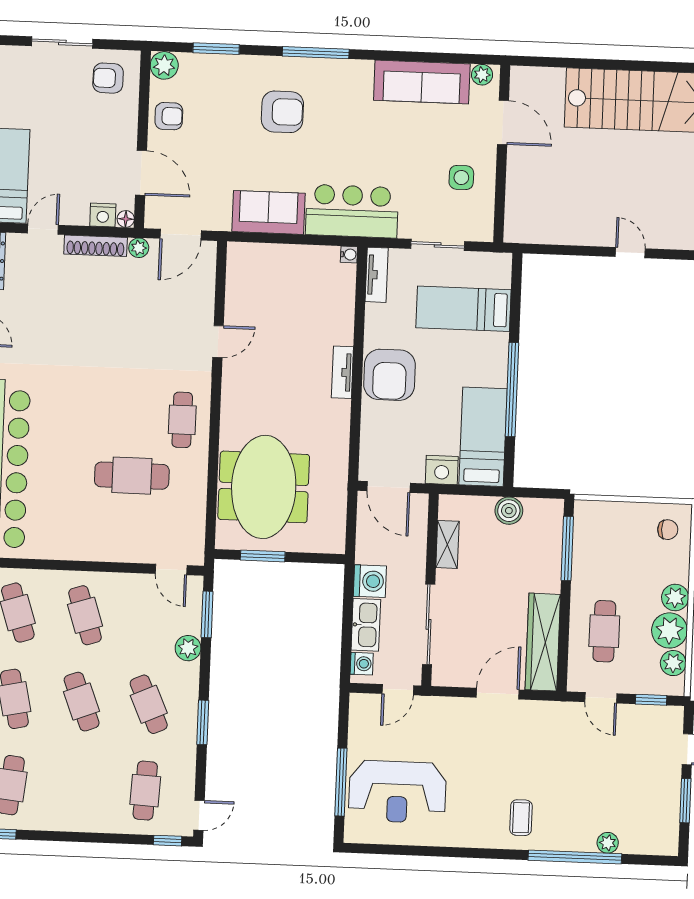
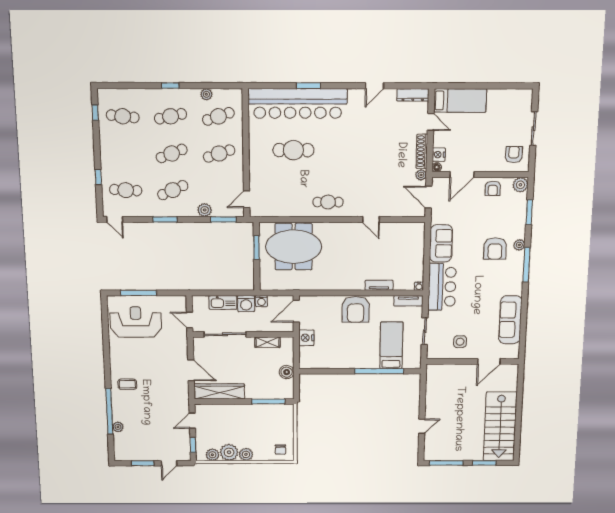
plant: (482, 75) -> (519, 245), moved
tv unit: (342, 372) -> (379, 285), moved
armchair: (390, 375) -> (356, 309), turned -90
window: (512, 390) -> (379, 371), moved
bed: (483, 437) -> (325, 358), removed
cafe table: (132, 476) -> (293, 150), moved, turned 90
cafe table: (604, 631) -> (227, 421), removed
washing machine: (362, 664) -> (261, 301), moved
reception desk: (397, 792) -> (136, 322), turned 90
window: (168, 841) -> (98, 177), moved

